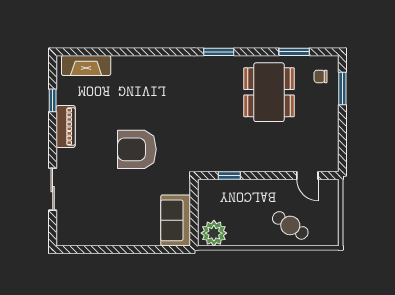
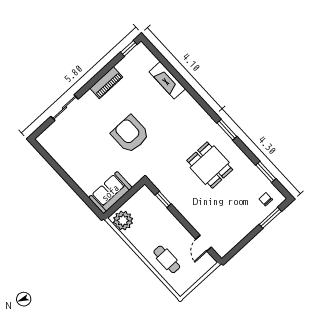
fireplace: (86, 65) -> (167, 80), moved
dining table: (269, 92) -> (210, 165), moved, width x0.73
window: (53, 100) -> (129, 48), moved
cafe table: (290, 225) -> (167, 259), turned -33

